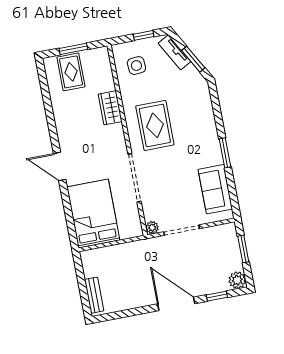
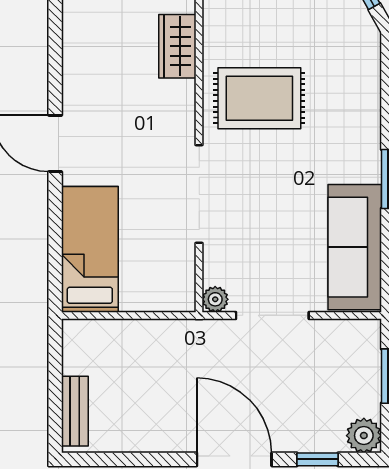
rug: (155, 125) -> (259, 98), turned 90
sofa: (215, 189) -> (355, 247), width x1.36
bed: (93, 214) -> (90, 249), width x0.67

